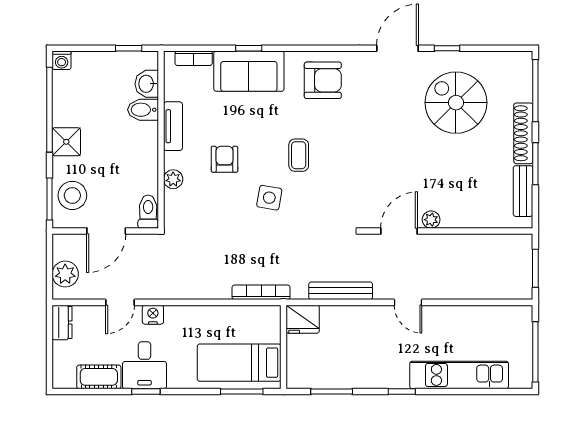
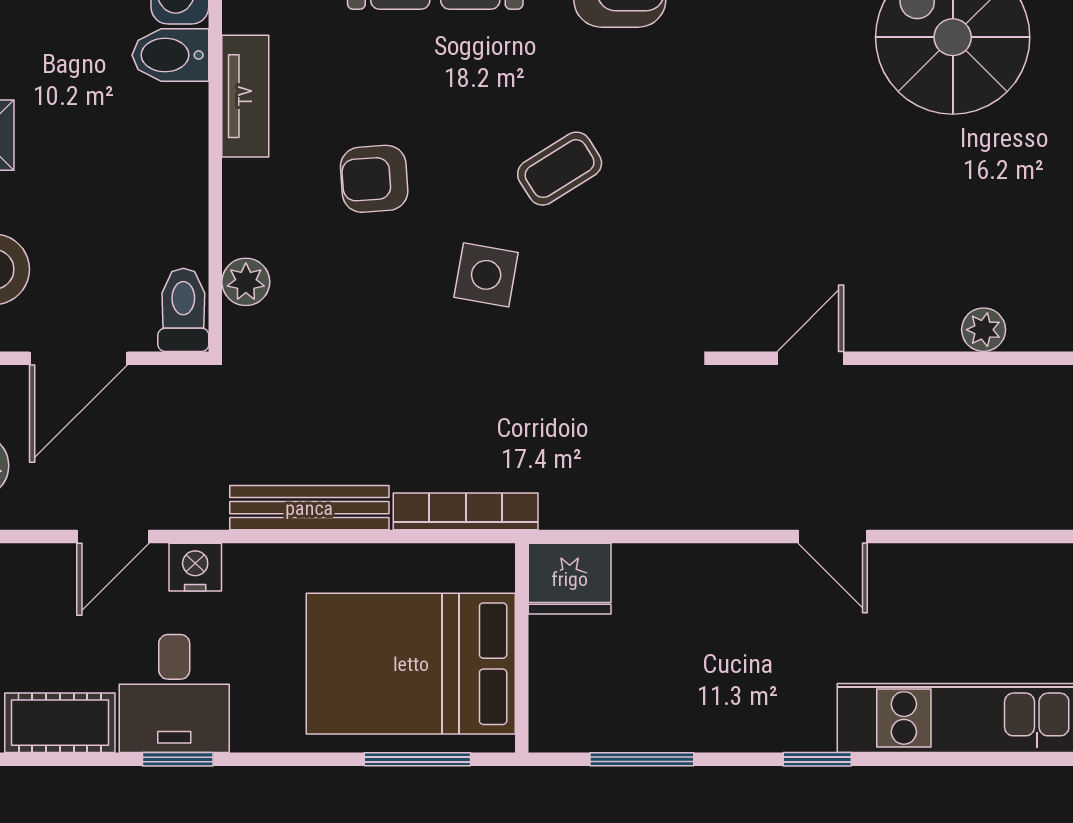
coffee table: (299, 155) -> (560, 169), turned 58
armchair: (224, 159) -> (374, 179), turned -94
plant: (173, 179) -> (246, 282), moved
plant: (431, 220) -> (984, 330), moved
door: (399, 231) -> (810, 358), width x0.73
bench: (341, 291) -> (309, 508), moved
bed: (239, 363) -> (411, 664), width x1.50

